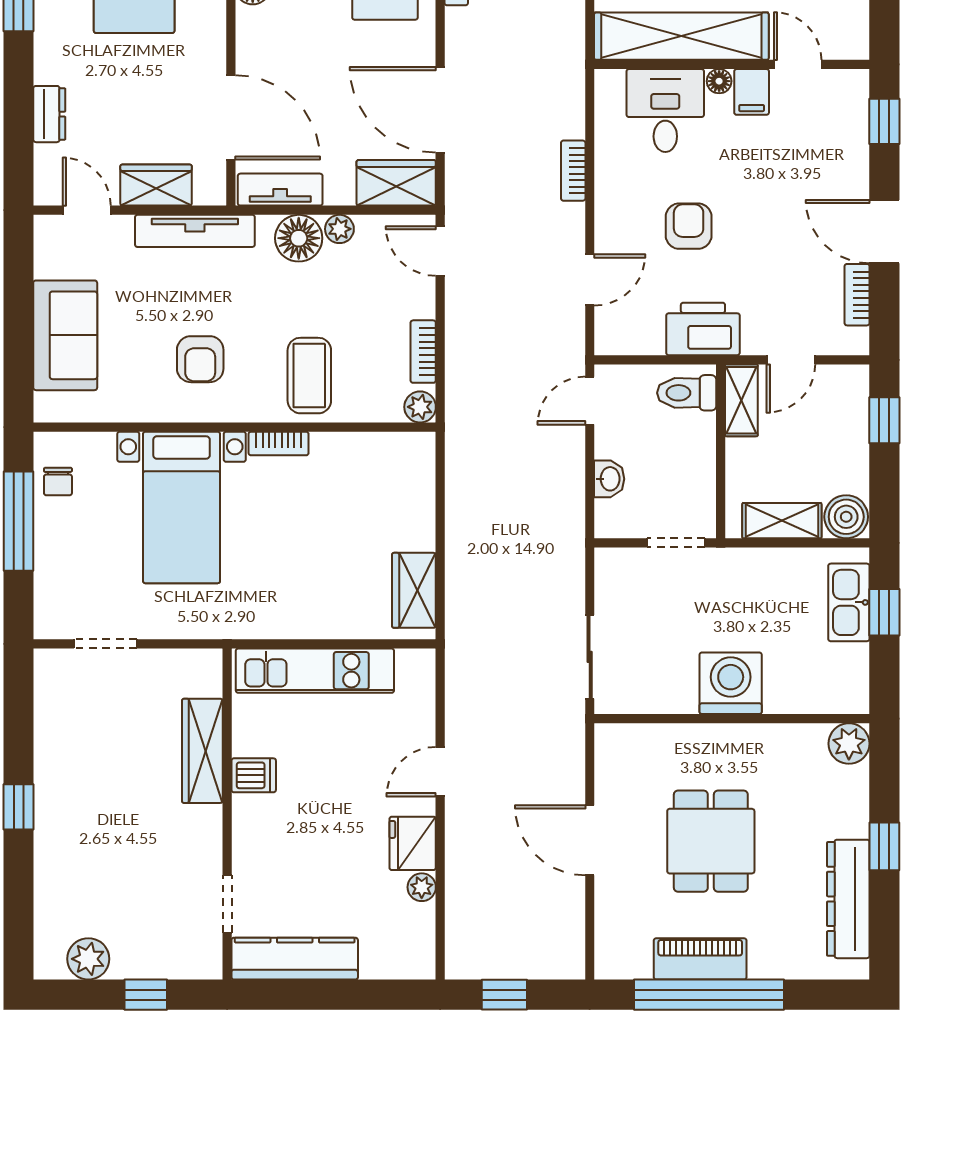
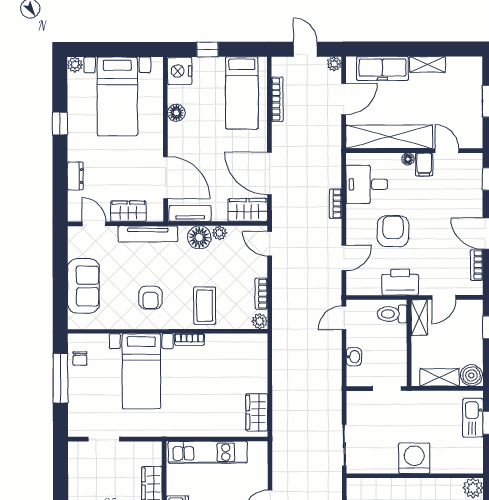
desk: (665, 111) -> (367, 184), moved, turned -90
armchair: (689, 226) -> (393, 231), width x1.38, depth x1.38

